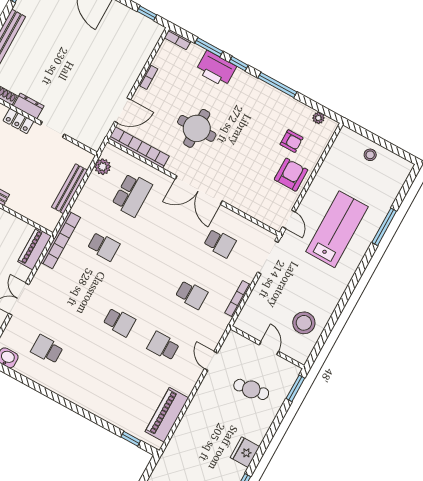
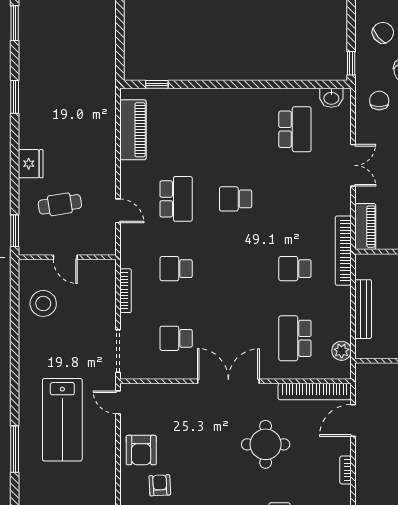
armchair: (292, 141) -> (160, 485), turned 87
school desk: (163, 346) -> (176, 199), width x1.85
school desk: (47, 349) -> (295, 129), width x1.85
fridge: (245, 452) -> (31, 164), moved

